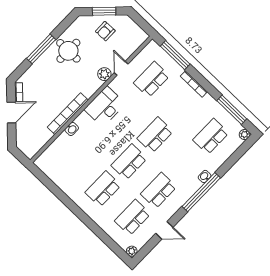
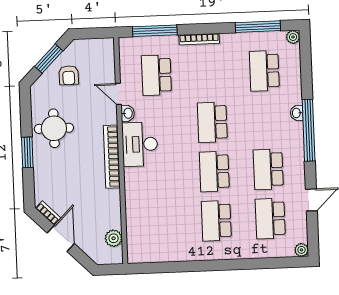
window: (41, 49) -> (27, 152), width x0.69
plant: (104, 74) -> (114, 238), moved
bookcase: (68, 114) -> (112, 157), moved
washbasin: (72, 129) -> (128, 113), moved

